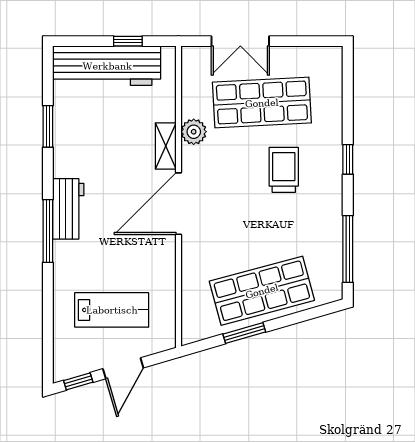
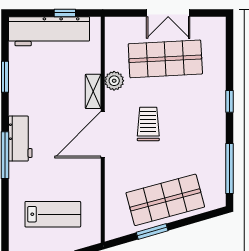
double door: (240, 41) -> (168, 13), moved
trolley: (284, 170) -> (148, 124), moved

